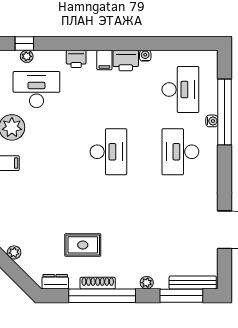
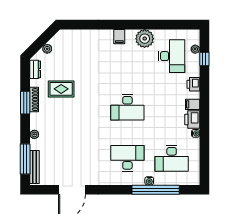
window: (24, 43) -> (204, 59), moved
rug: (83, 245) -> (61, 89), turned 90
plant: (14, 252) -> (47, 49), moved
window: (102, 296) -> (25, 103), width x0.47

